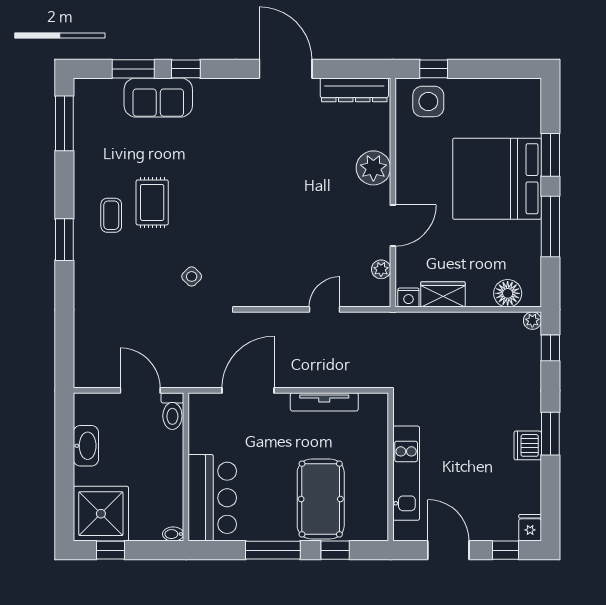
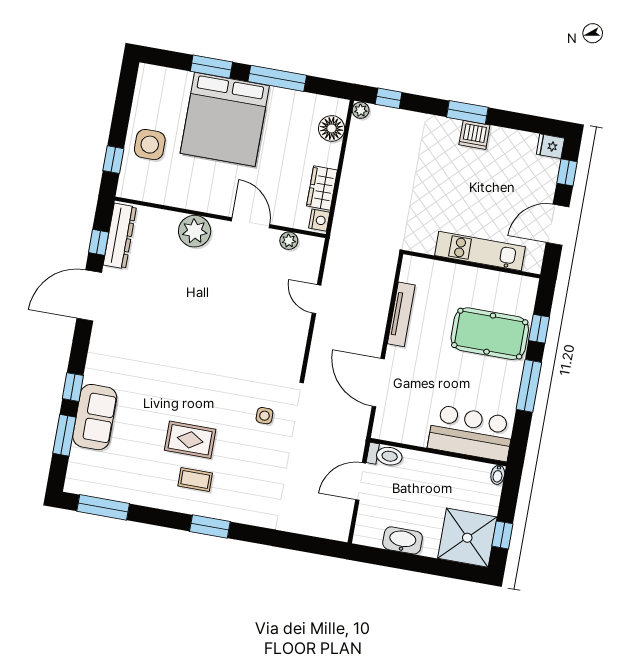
window: (343, 69) -> (99, 242), added
side table: (428, 101) -> (150, 145), moved
side table: (192, 276) -> (264, 416), turned 45

